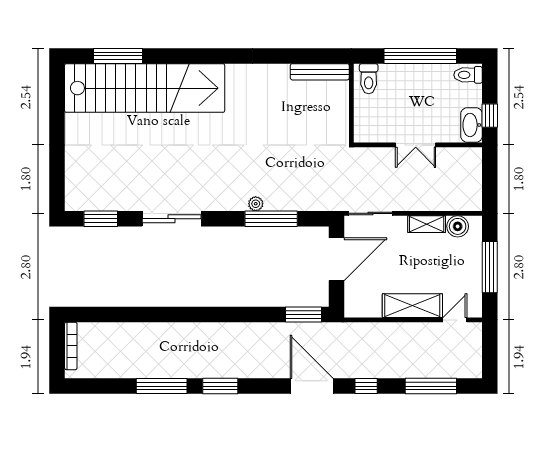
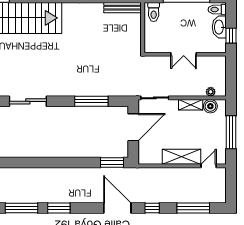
washbasin: (472, 125) -> (219, 27), moved
plant: (256, 204) -> (211, 92), moved

